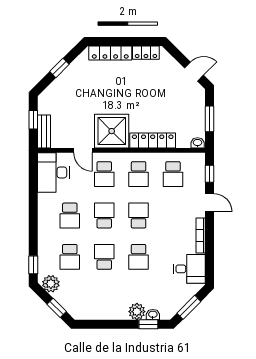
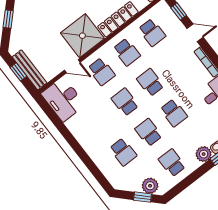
bench: (44, 131) -> (30, 70), width x1.36
school desk: (70, 216) -> (172, 163), moved, turned 180
window: (33, 265) -> (101, 179), removed
plant: (51, 284) -> (150, 186), moved

